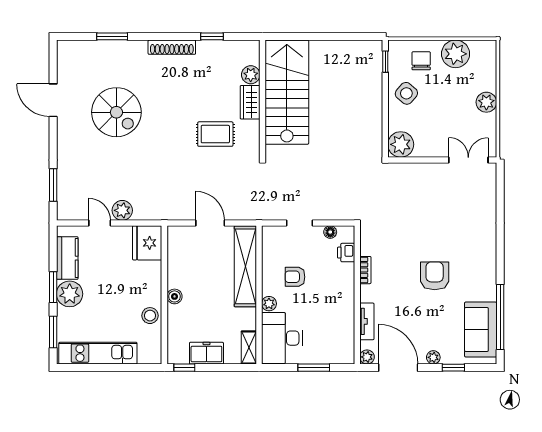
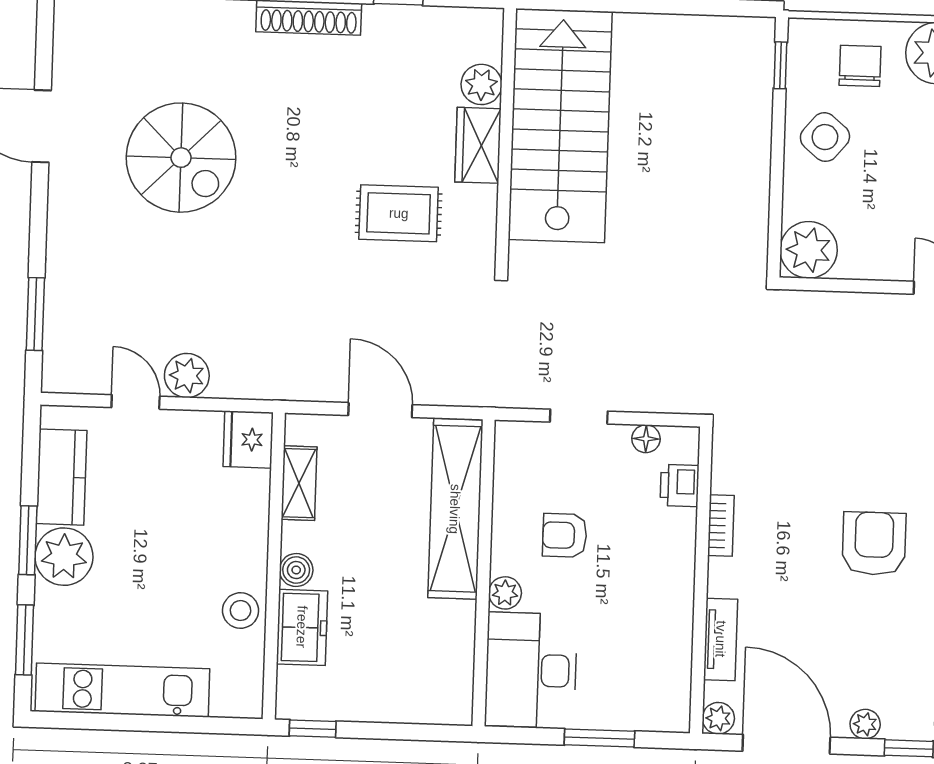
fridge: (147, 243) -> (248, 439), width x0.73, depth x0.75
shelving: (249, 347) -> (299, 483), moved
freezer: (206, 353) -> (302, 627), moved, turned 90

